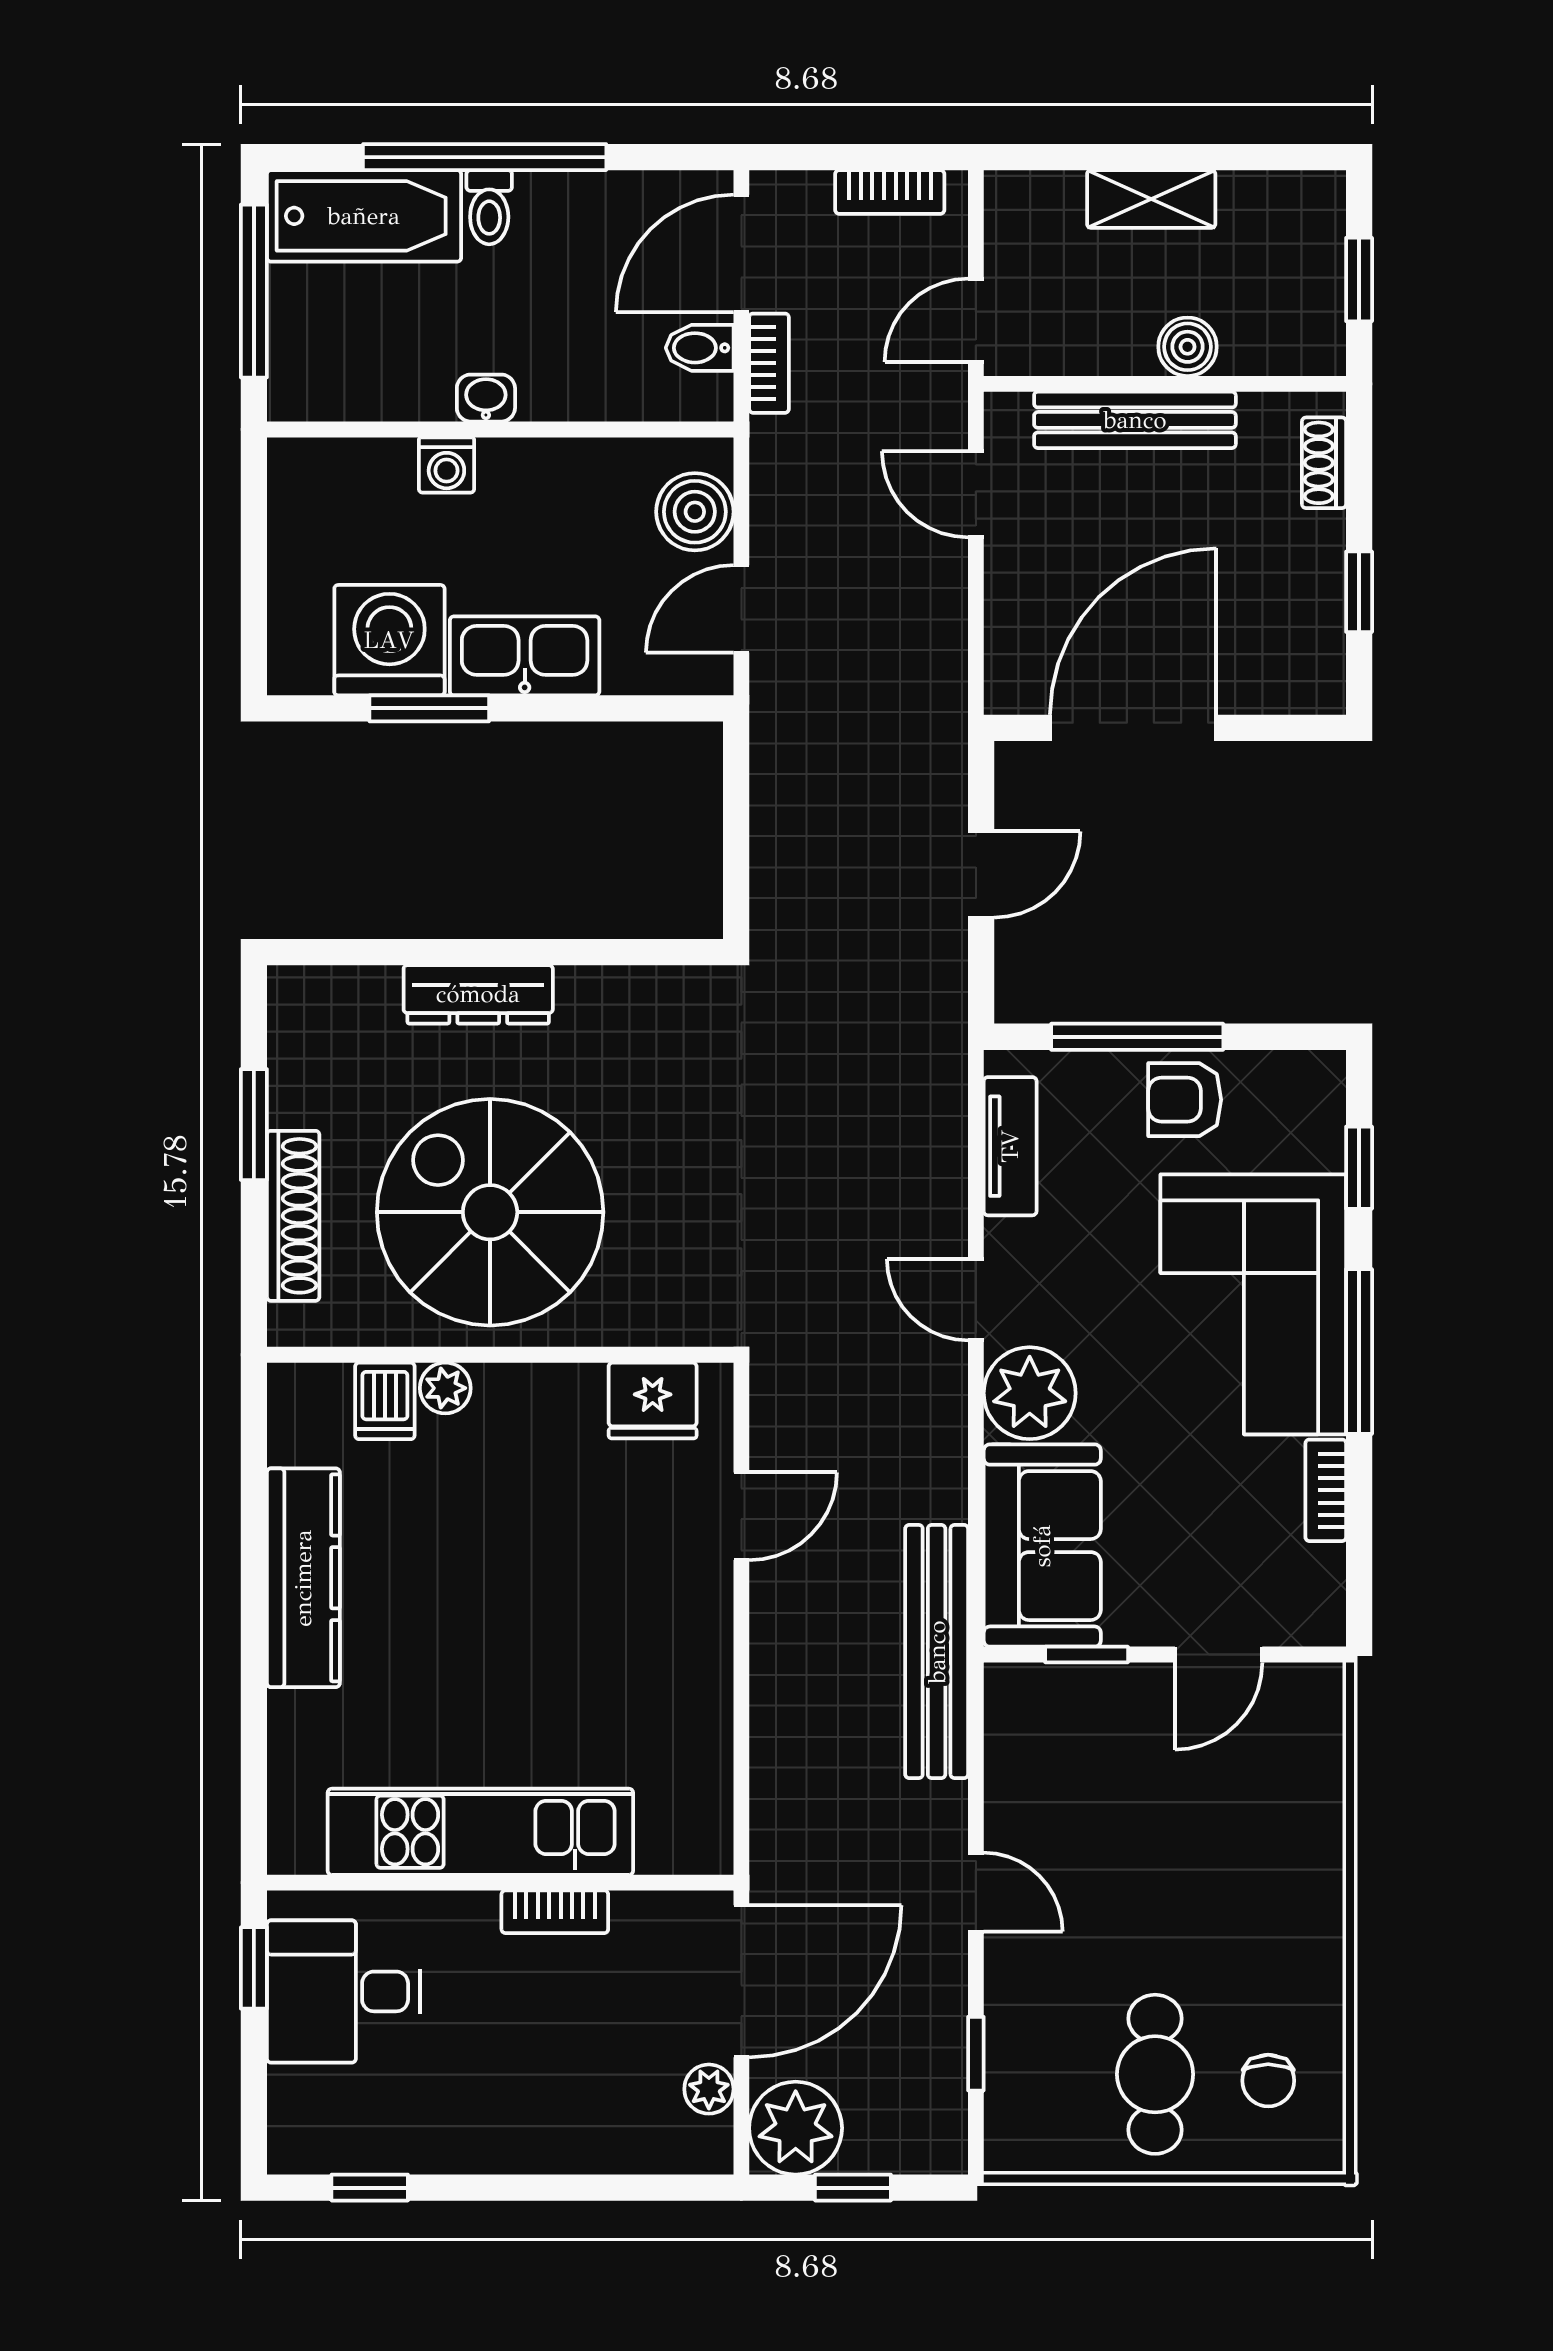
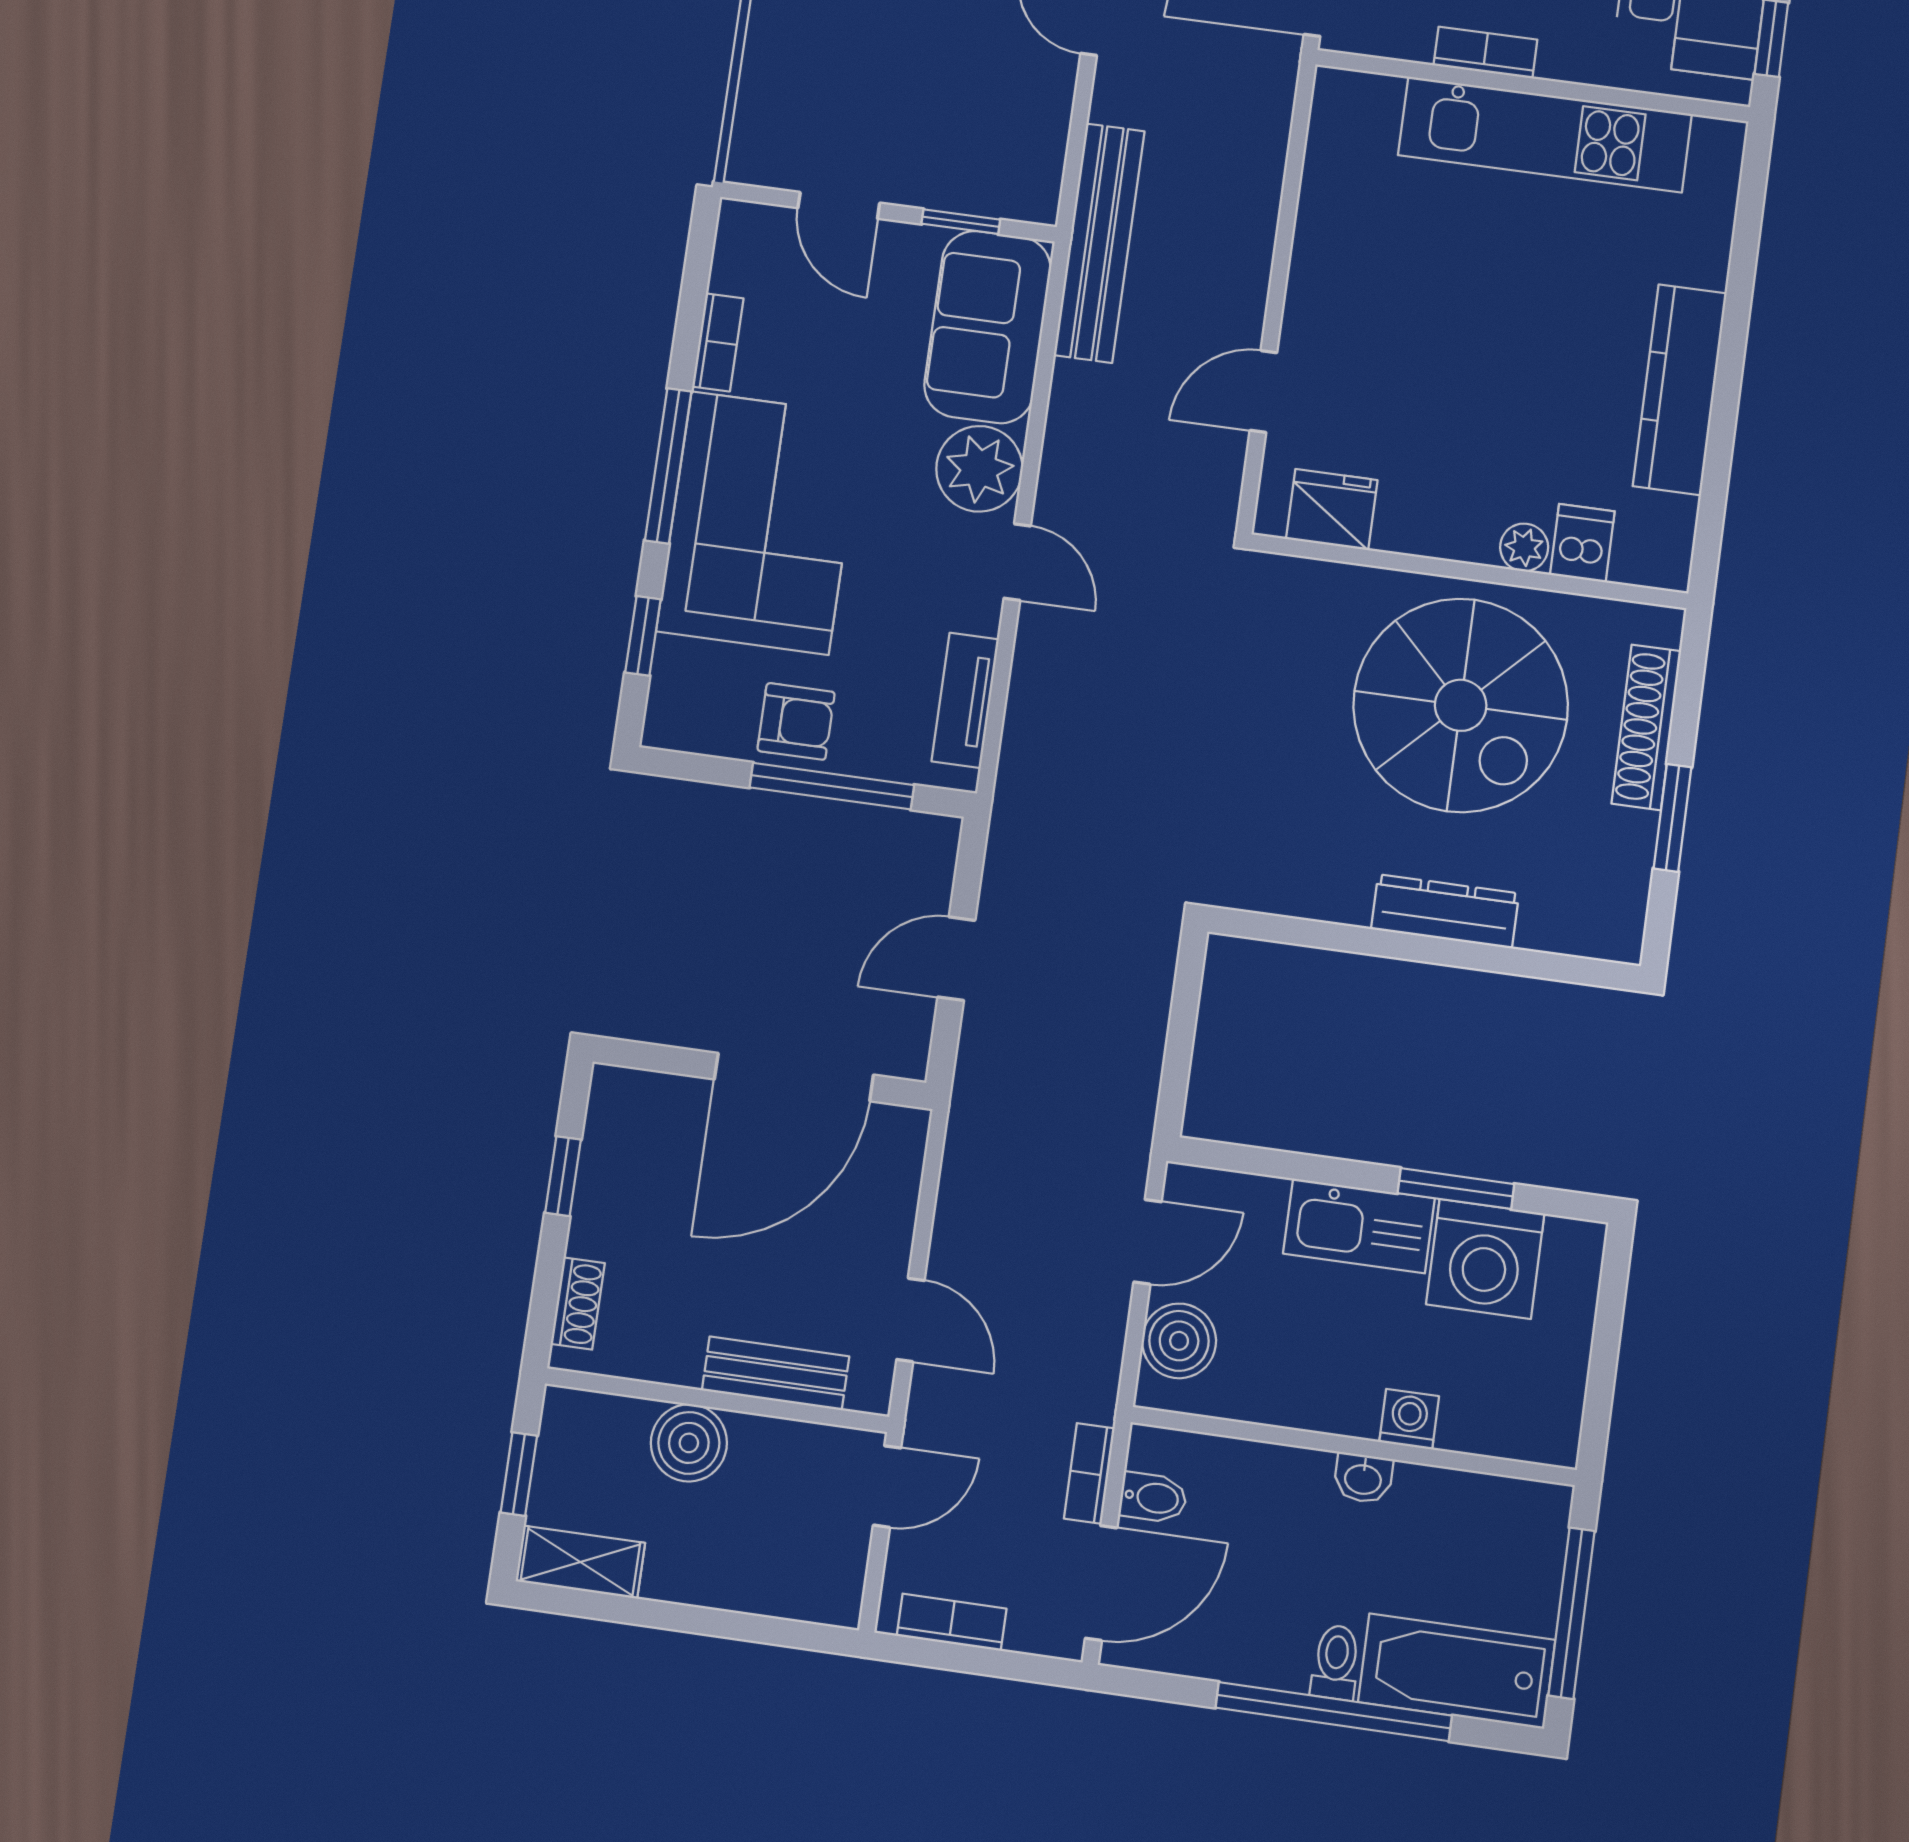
shelving: (1151, 199) -> (580, 1562), moved
boiler: (1188, 347) -> (689, 1443), width x1.36, depth x1.36
bench: (1135, 420) -> (776, 1373), width x0.73
door: (1219, 1655) -> (839, 205), swing flipped

